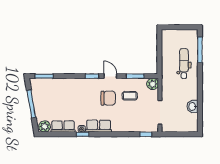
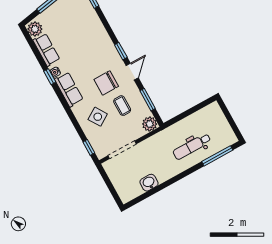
dental chair: (184, 64) -> (192, 146), turned 180
chair: (108, 98) -> (106, 83), turned 90
side table: (128, 117) -> (98, 117), added

